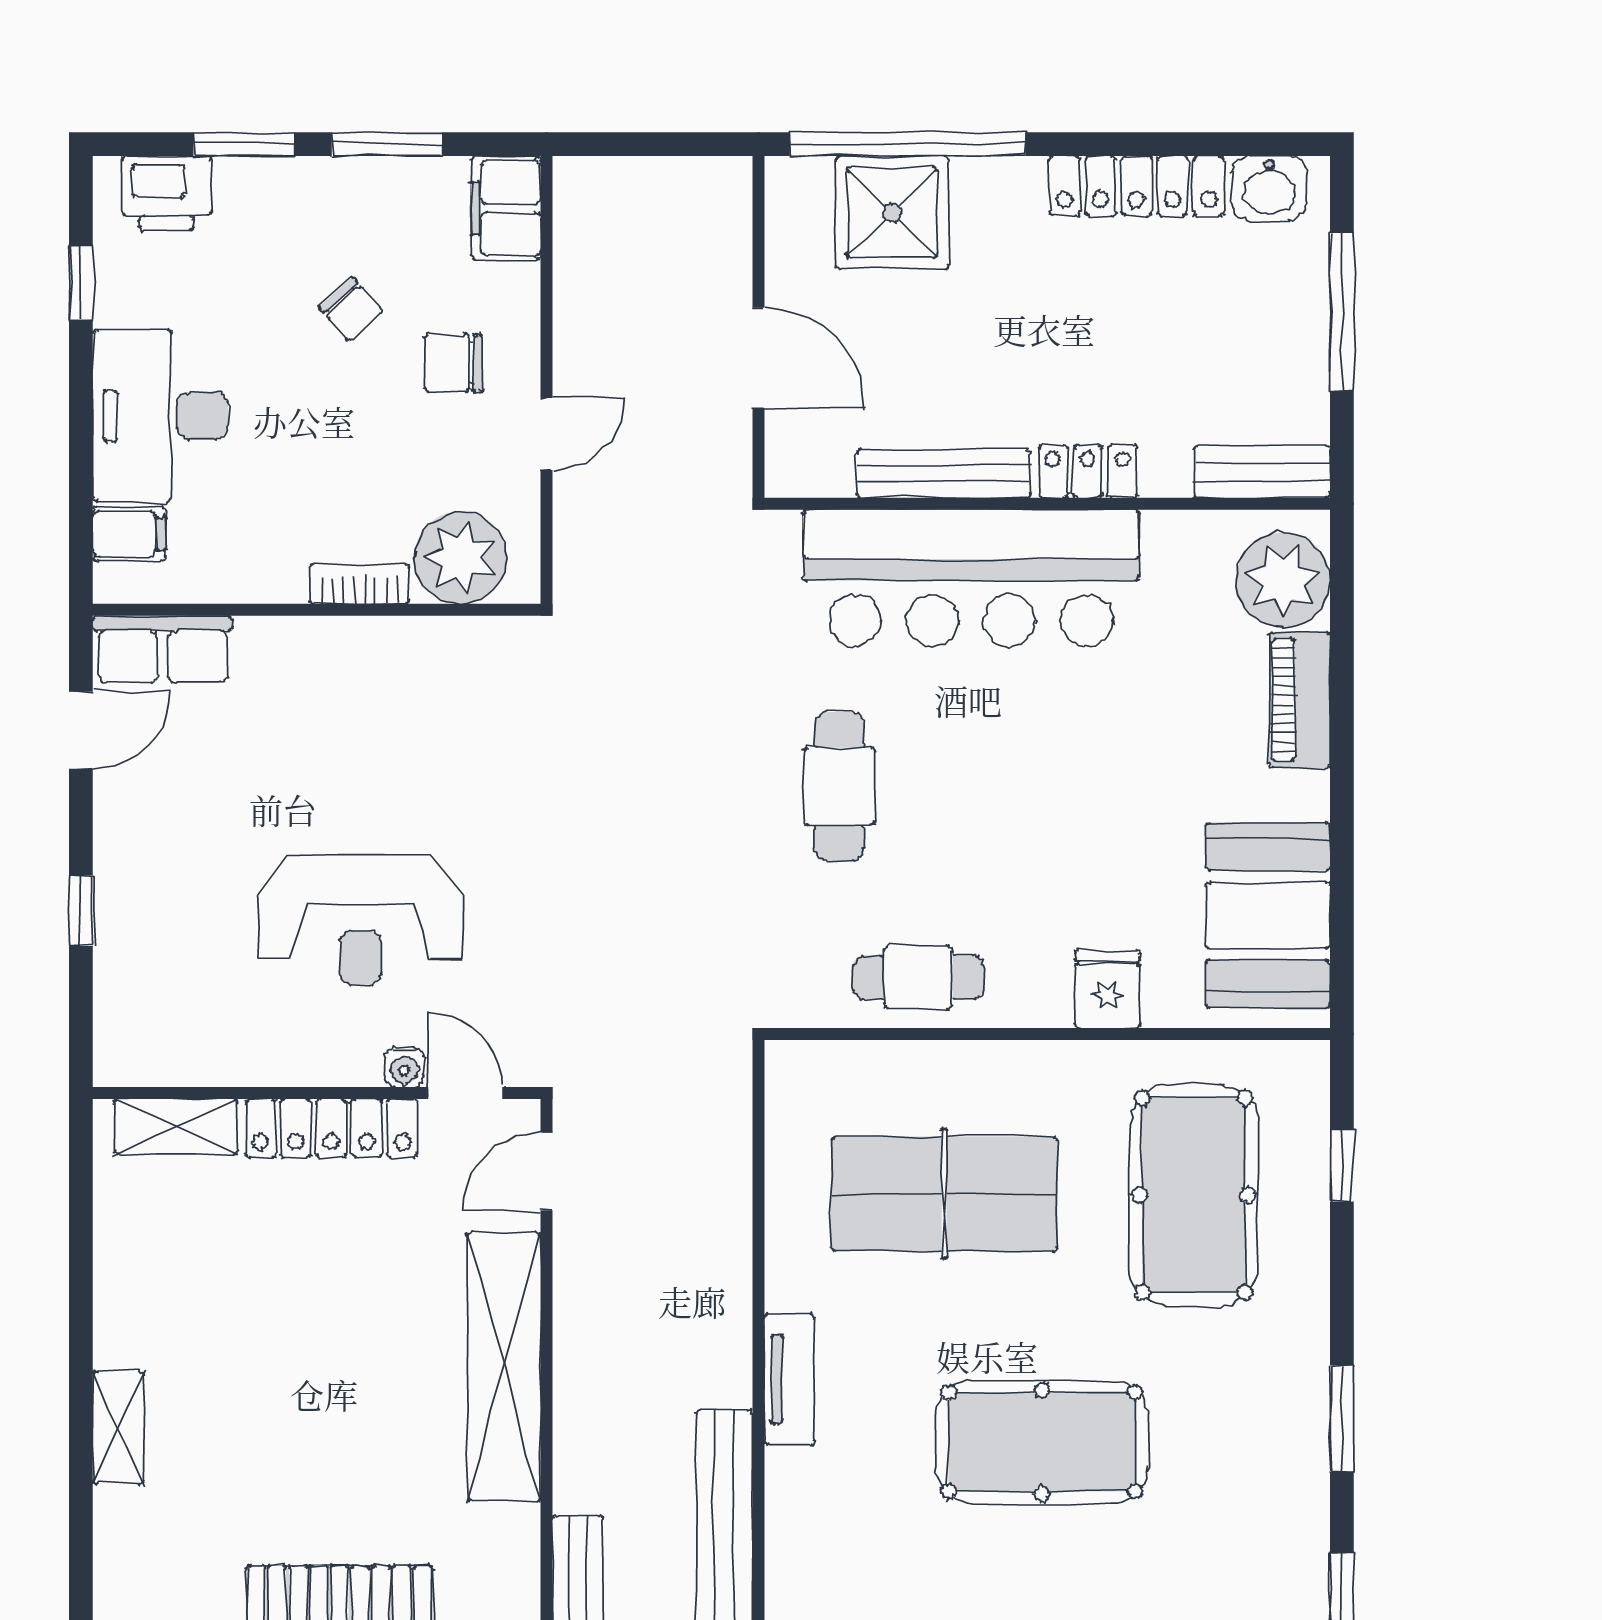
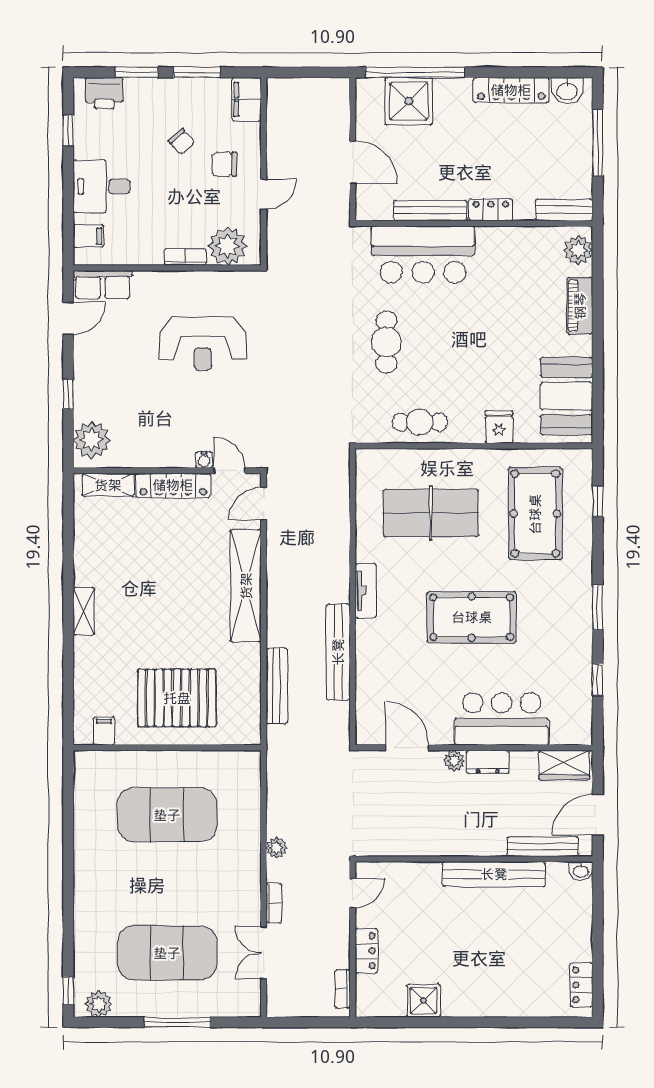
desk: (160, 416) -> (102, 186), width x0.73
bar counter: (971, 578) -> (423, 254), width x0.73
plant: (1283, 580) -> (578, 250), width x0.73, depth x0.73
reception desk: (360, 920) -> (203, 343), moved
plant: (137, 1019) -> (92, 440), added

